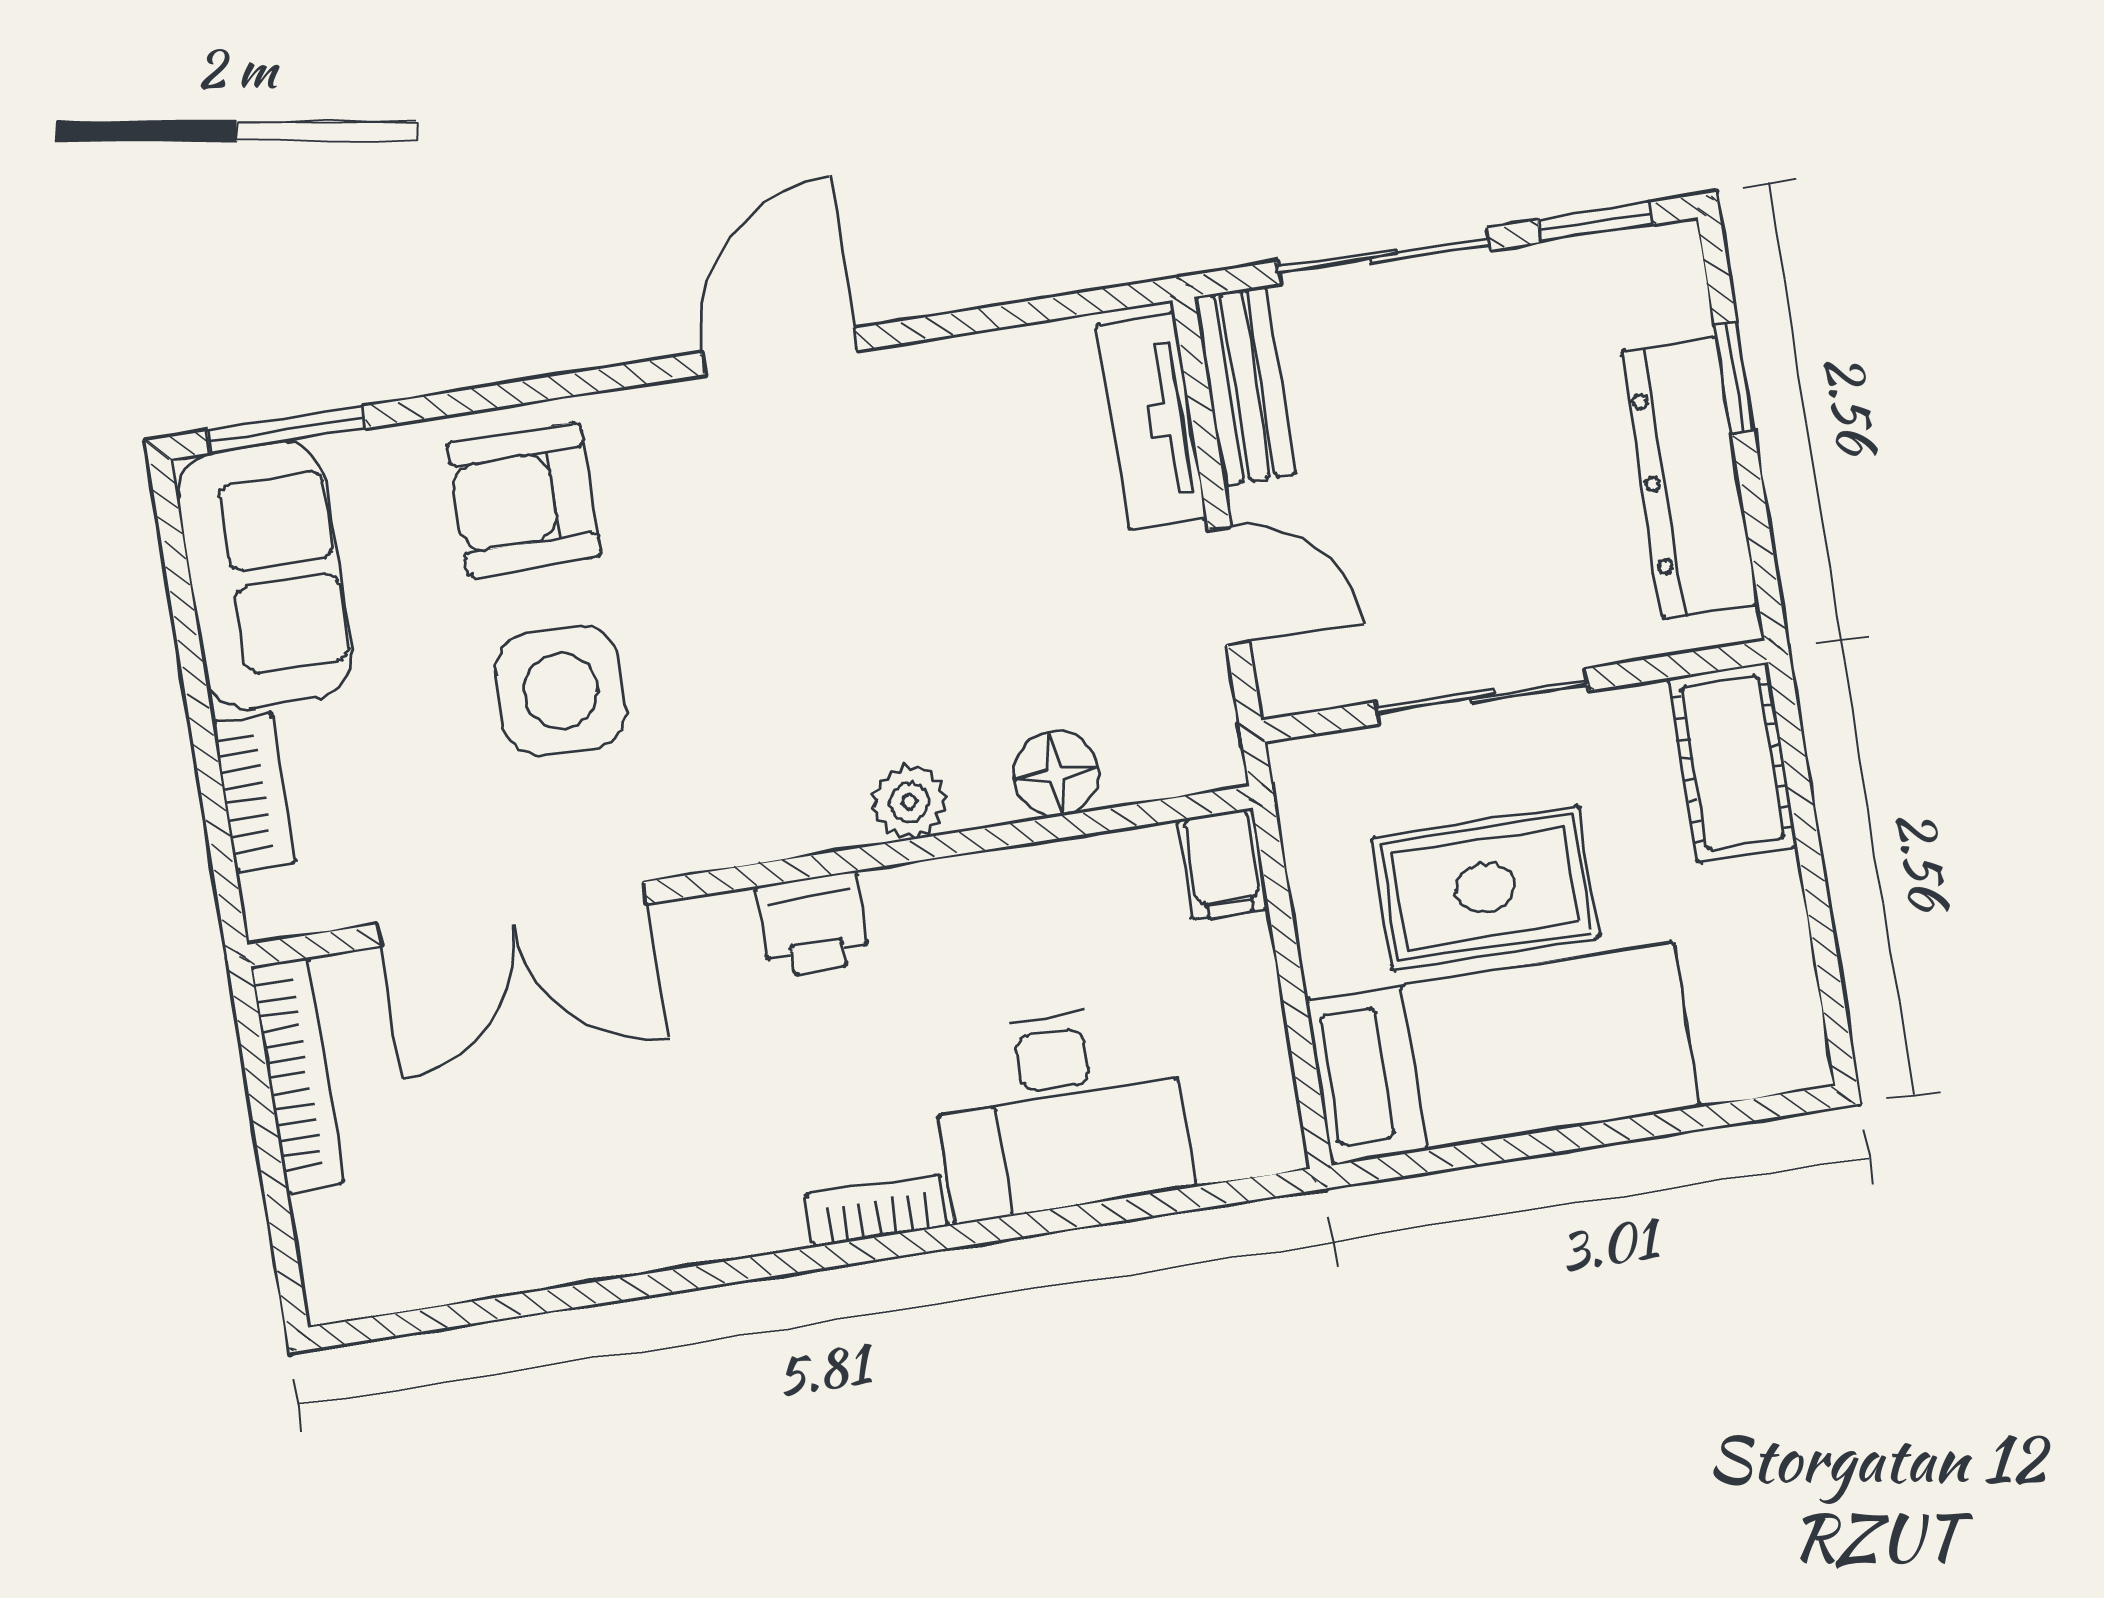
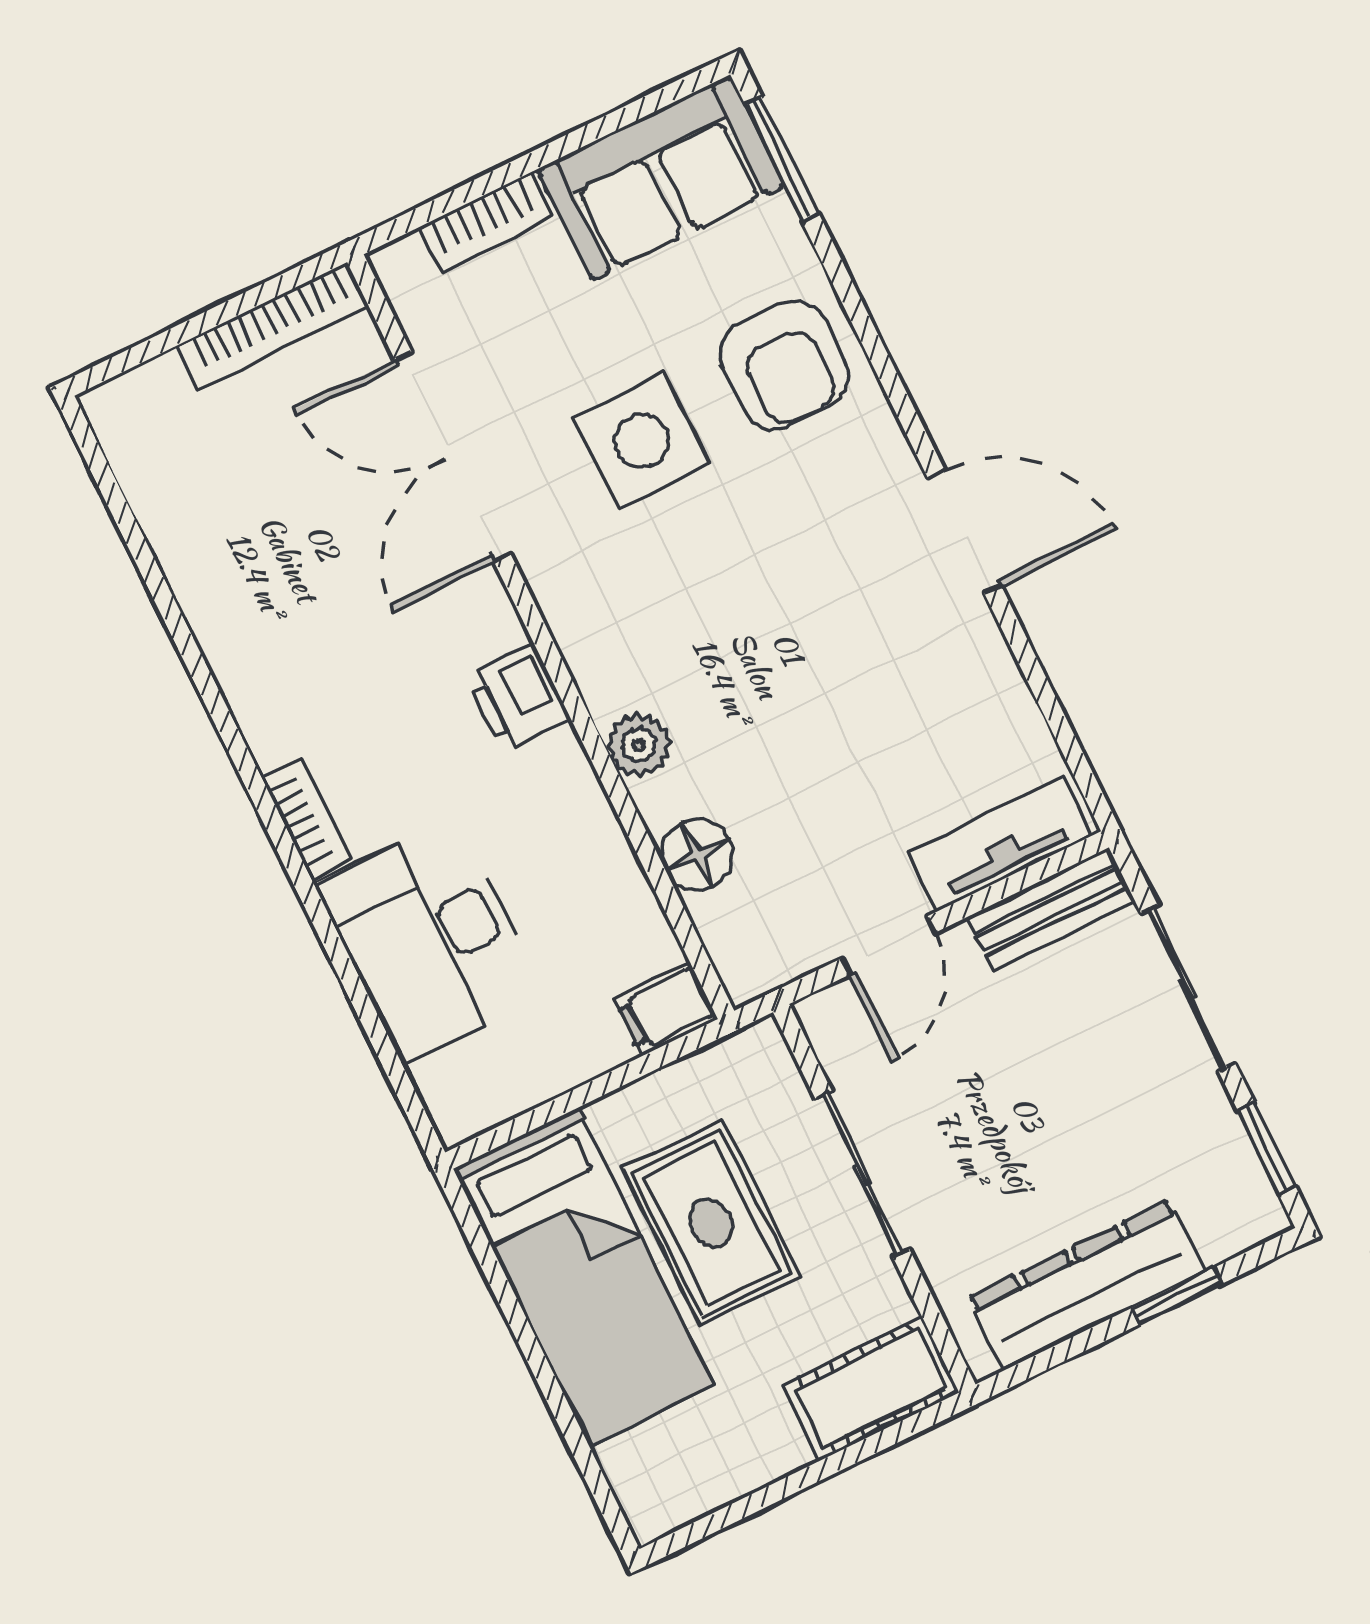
armchair: (524, 500) -> (784, 365), turned 180

